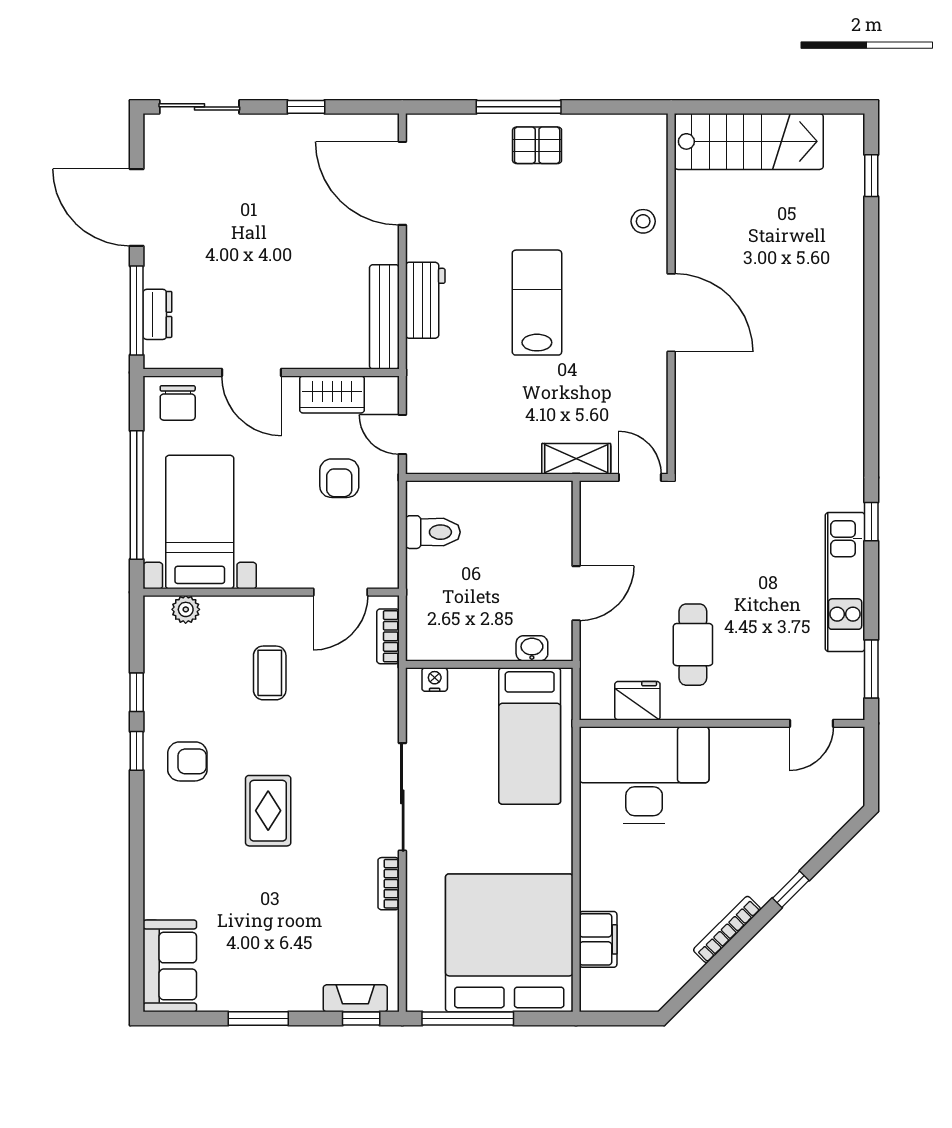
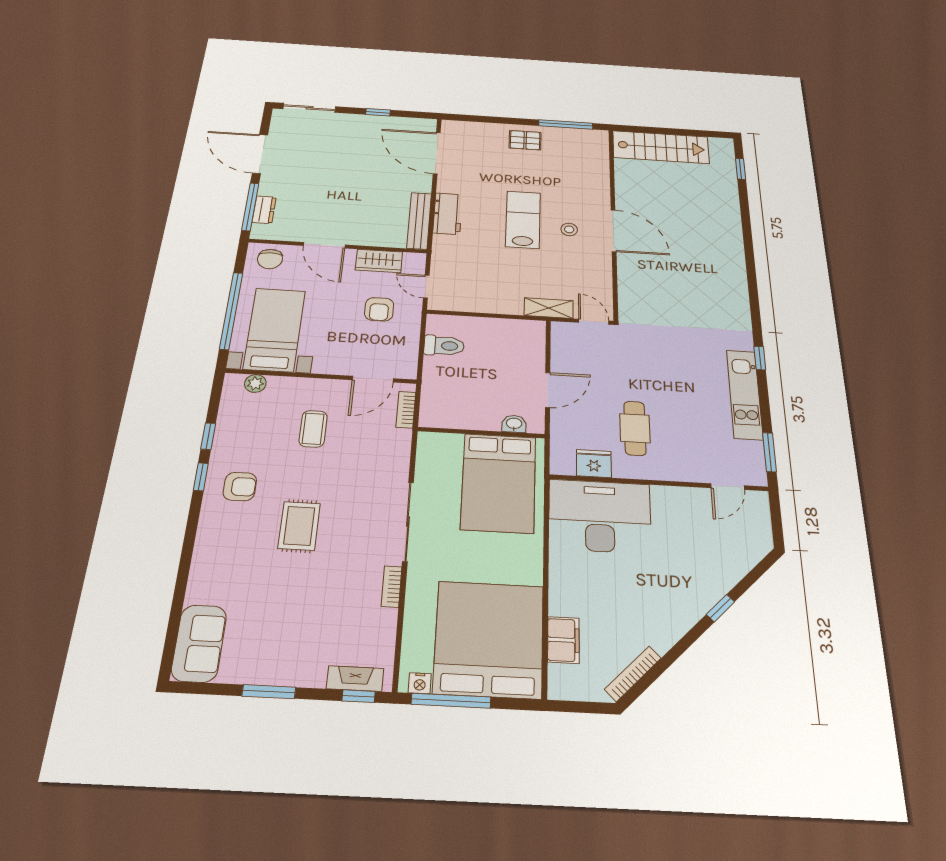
window: (519, 107) -> (566, 124), moved
stool: (643, 221) -> (569, 229), moved
nightstand: (435, 680) -> (420, 683), moved, turned 180
bed: (530, 736) -> (499, 483), width x1.50
bookcase: (727, 929) -> (633, 674), moved

